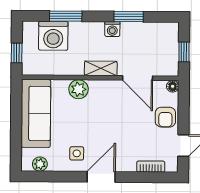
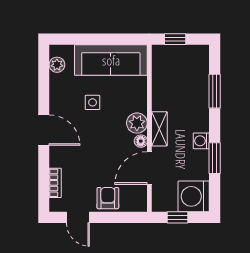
washing machine: (53, 36) -> (194, 196), moved
floor lamp: (173, 86) -> (141, 141), moved
plant: (79, 89) -> (137, 123), moved
armchair: (165, 117) -> (108, 198), turned 90
side table: (77, 153) -> (93, 102), moved

